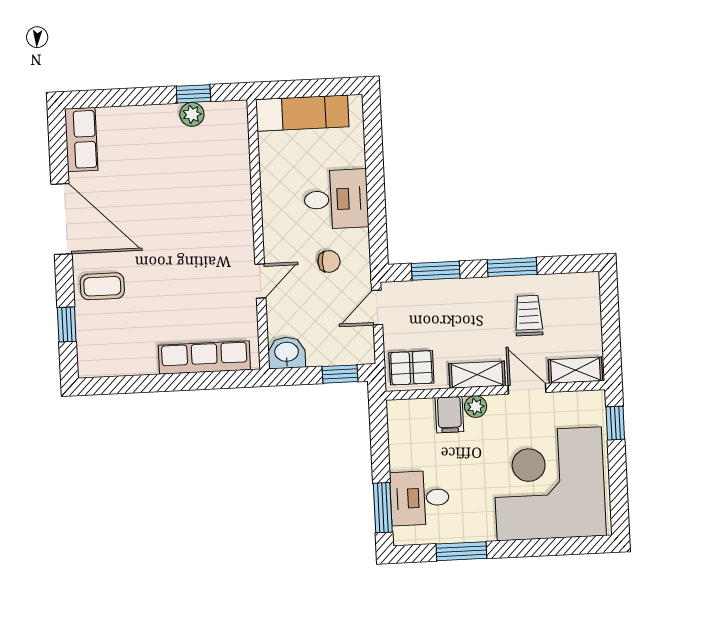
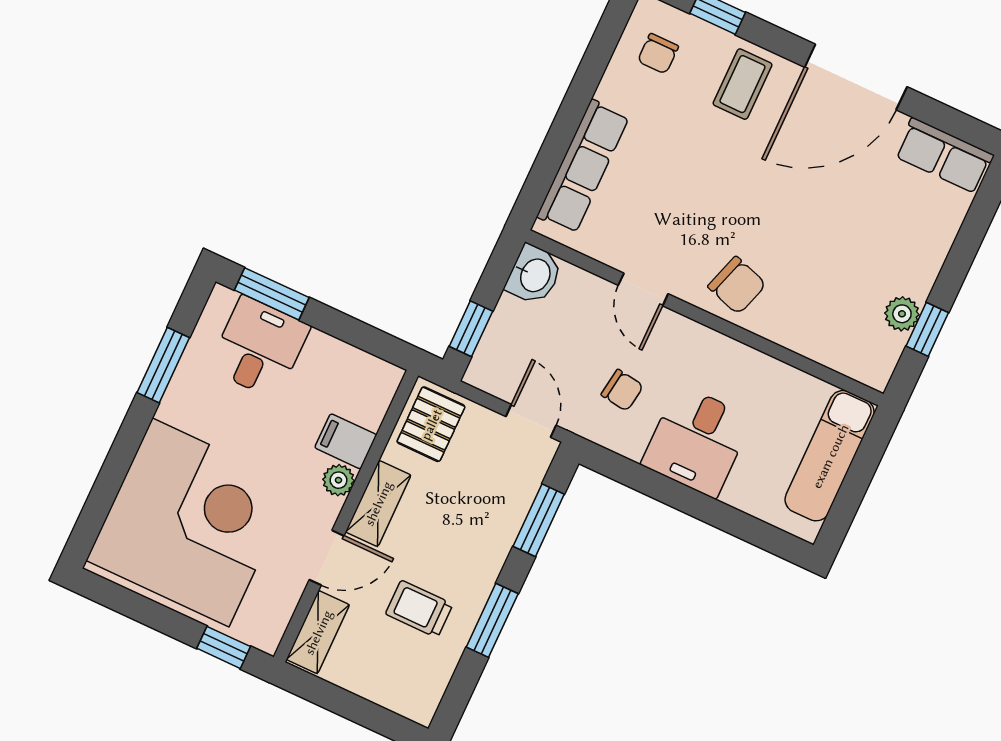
chair: (228, 225) -> (737, 285), added
chair: (329, 261) -> (622, 390), turned -82
trolley: (529, 316) -> (419, 609), turned 180
chair: (111, 348) -> (658, 54), added

